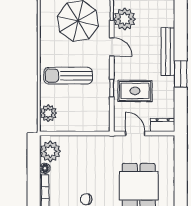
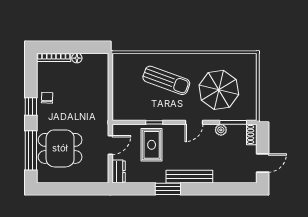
plant: (125, 19) -> (221, 130), width x0.53, depth x0.53
sun lounger: (68, 76) -> (166, 80), turned 110
plant: (48, 113) -> (130, 61), removed
plant: (50, 151) -> (93, 63), removed

